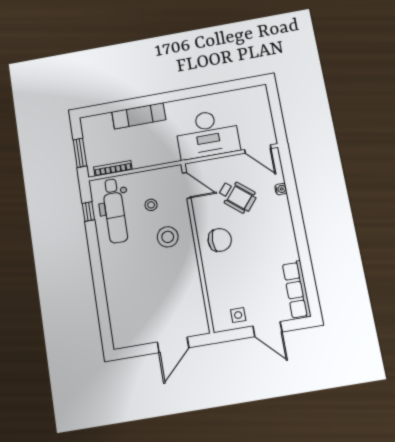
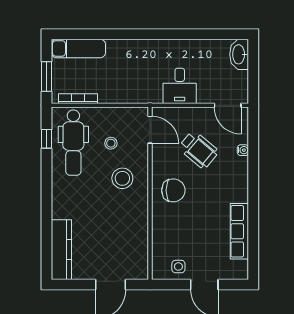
washbasin: (260, 100) -> (239, 54), added
exam couch: (139, 116) -> (78, 48), moved
desk: (207, 134) -> (180, 86), width x0.53, depth x0.77
row of seats: (297, 290) -> (239, 231), moved
kitchen counter: (119, 318) -> (61, 250), added

